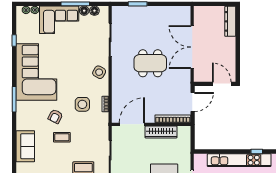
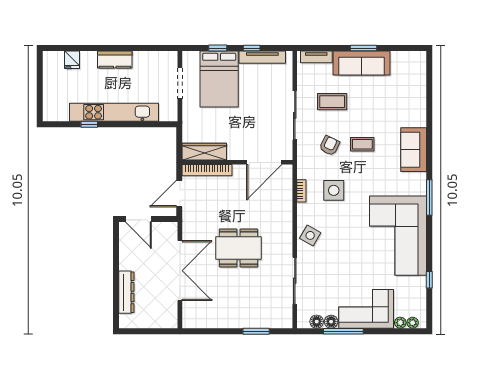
dresser: (230, 21) -> (126, 292), moved
armchair: (55, 116) -> (329, 146), moved
wardrobe: (161, 132) -> (204, 152), moved
sofa: (25, 146) -> (414, 150), moved

